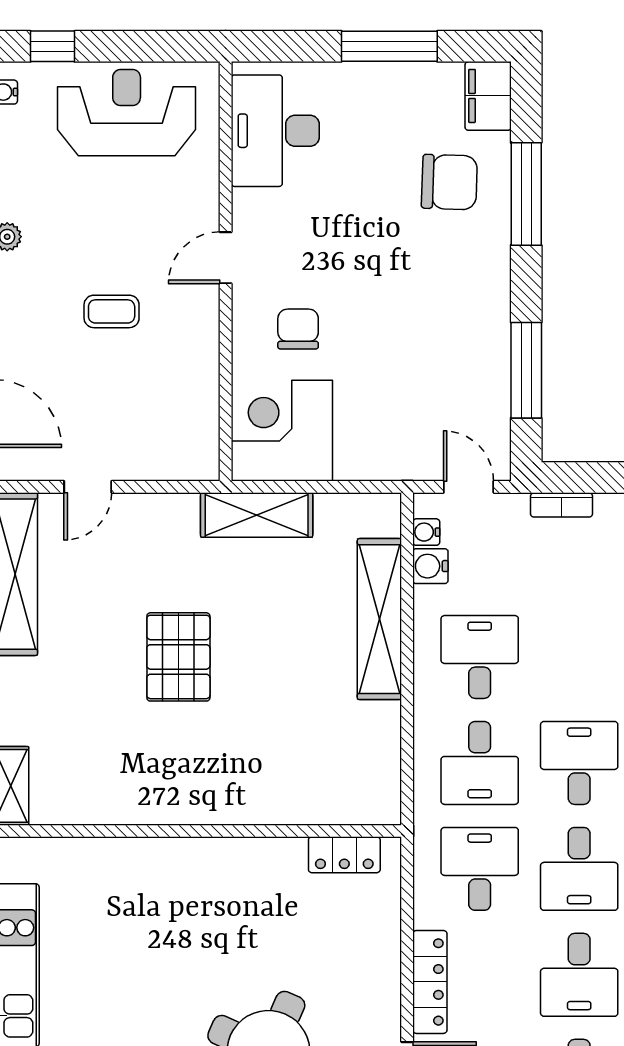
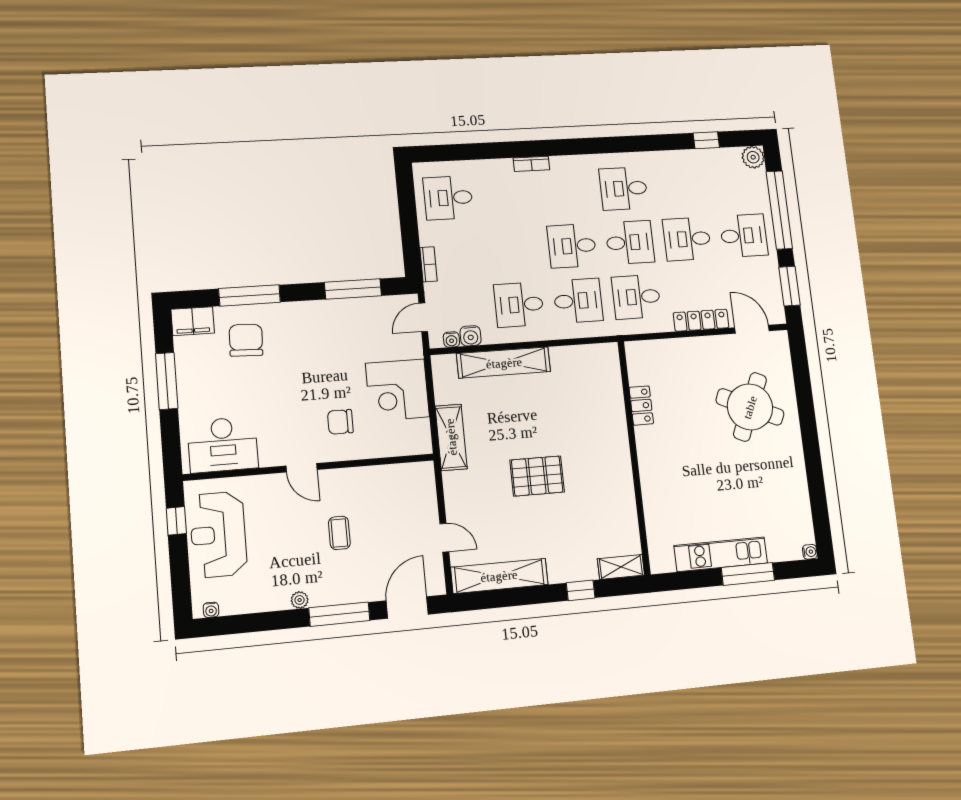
window: (53, 46) -> (176, 521), moved
corner desk: (282, 431) -> (397, 390), moved
locker: (344, 855) -> (641, 405), moved
desk: (579, 975) -> (687, 239), turned 180

